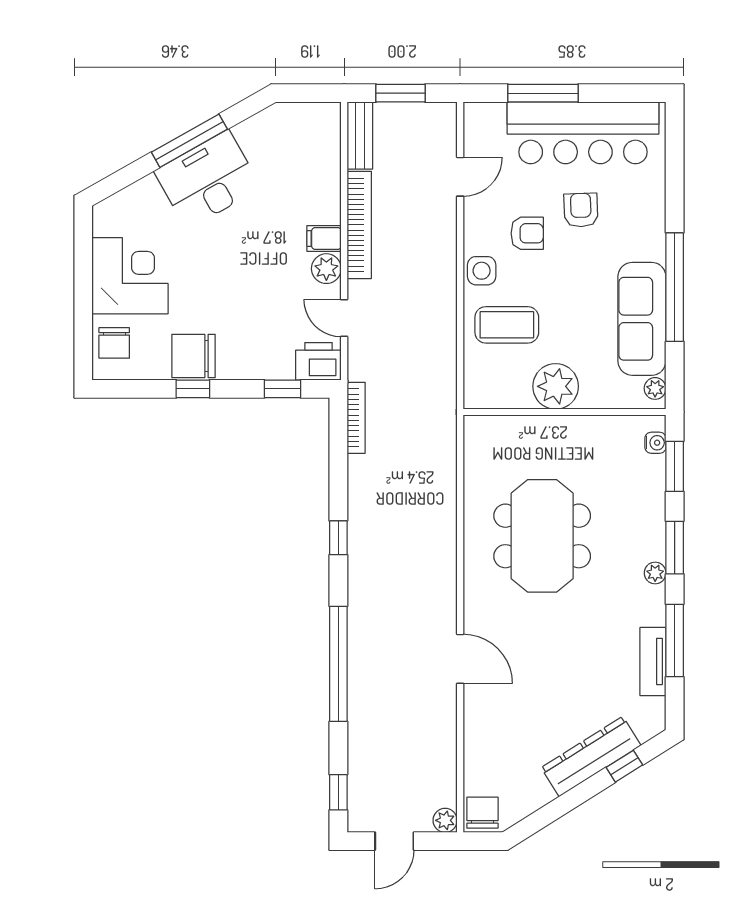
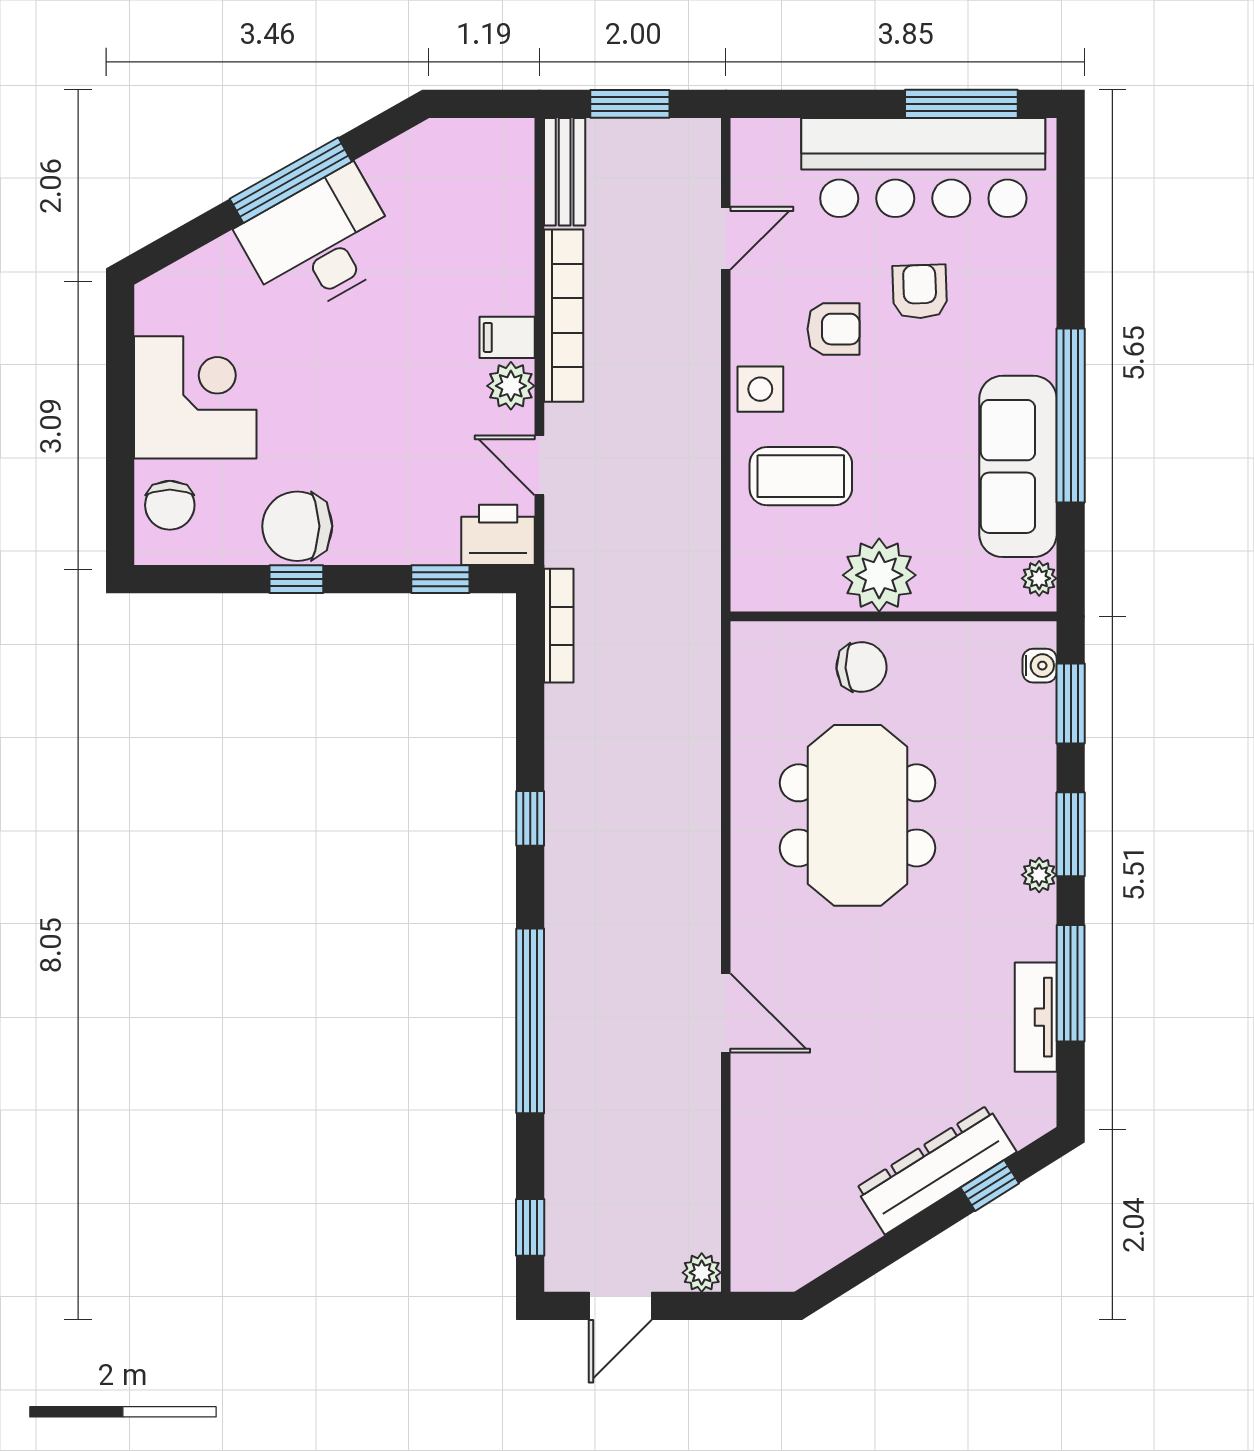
window: (543, 93) -> (961, 104), moved
chair: (482, 813) -> (861, 667), moved, turned 87

